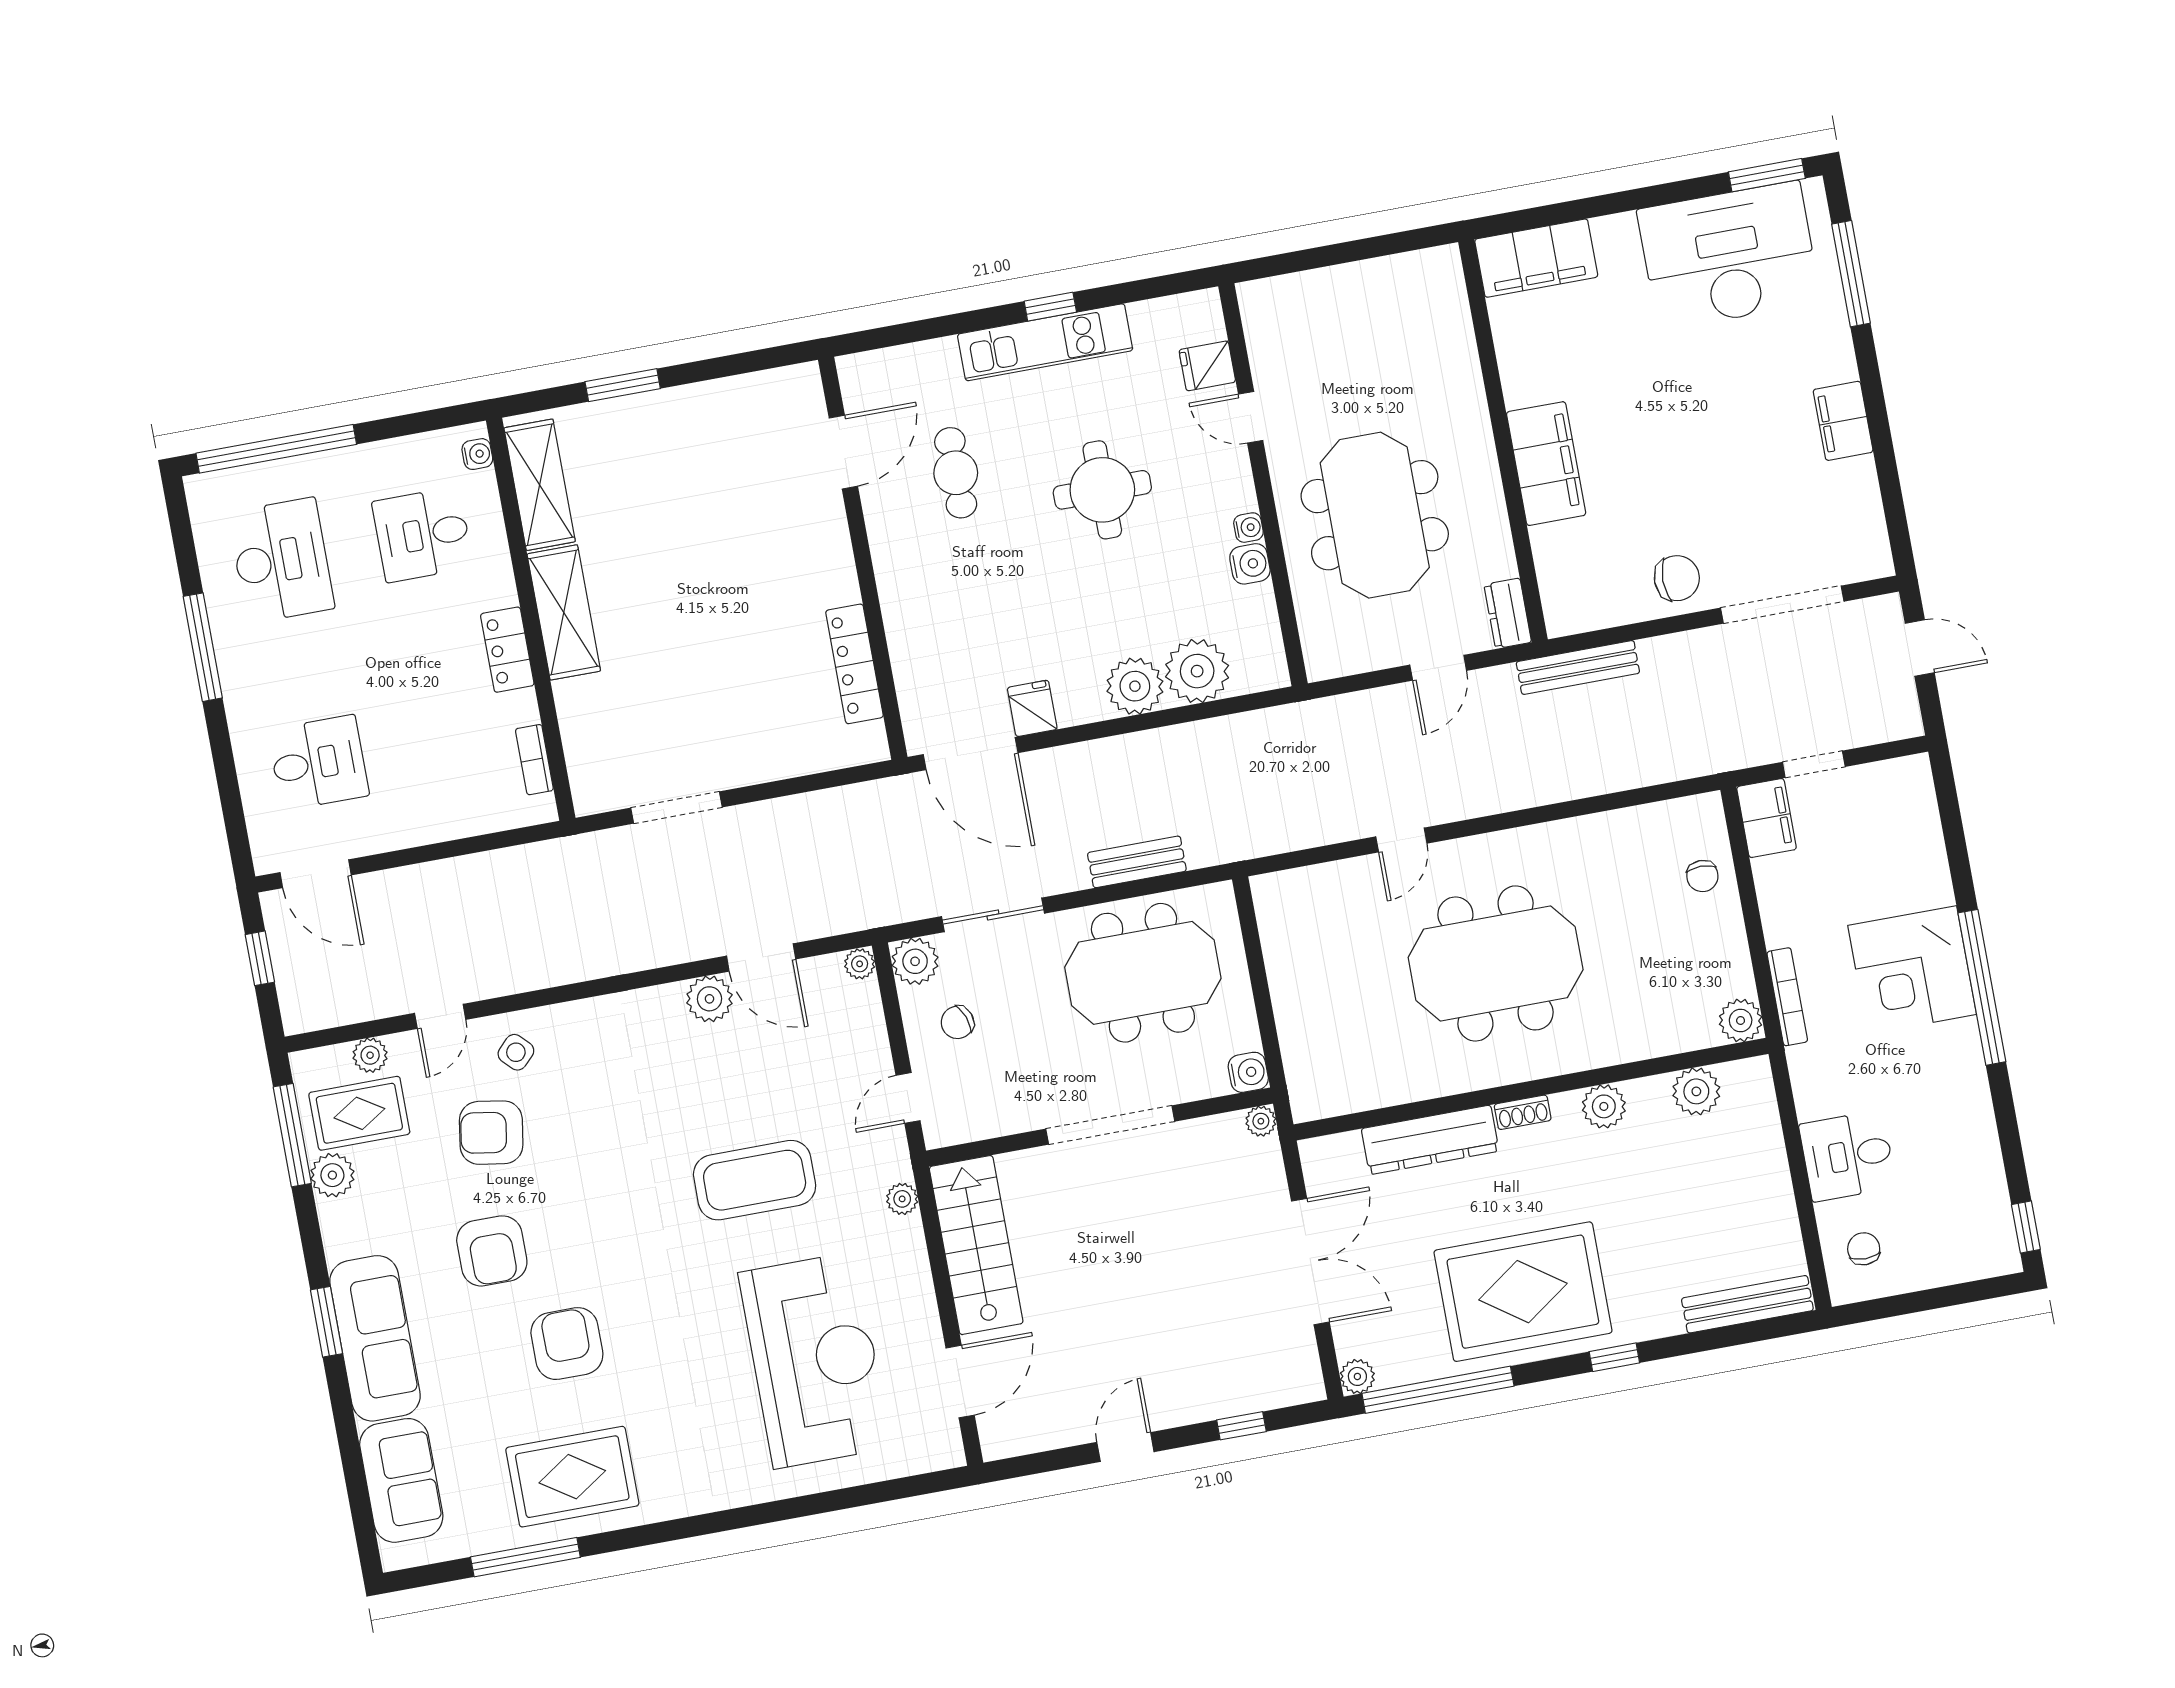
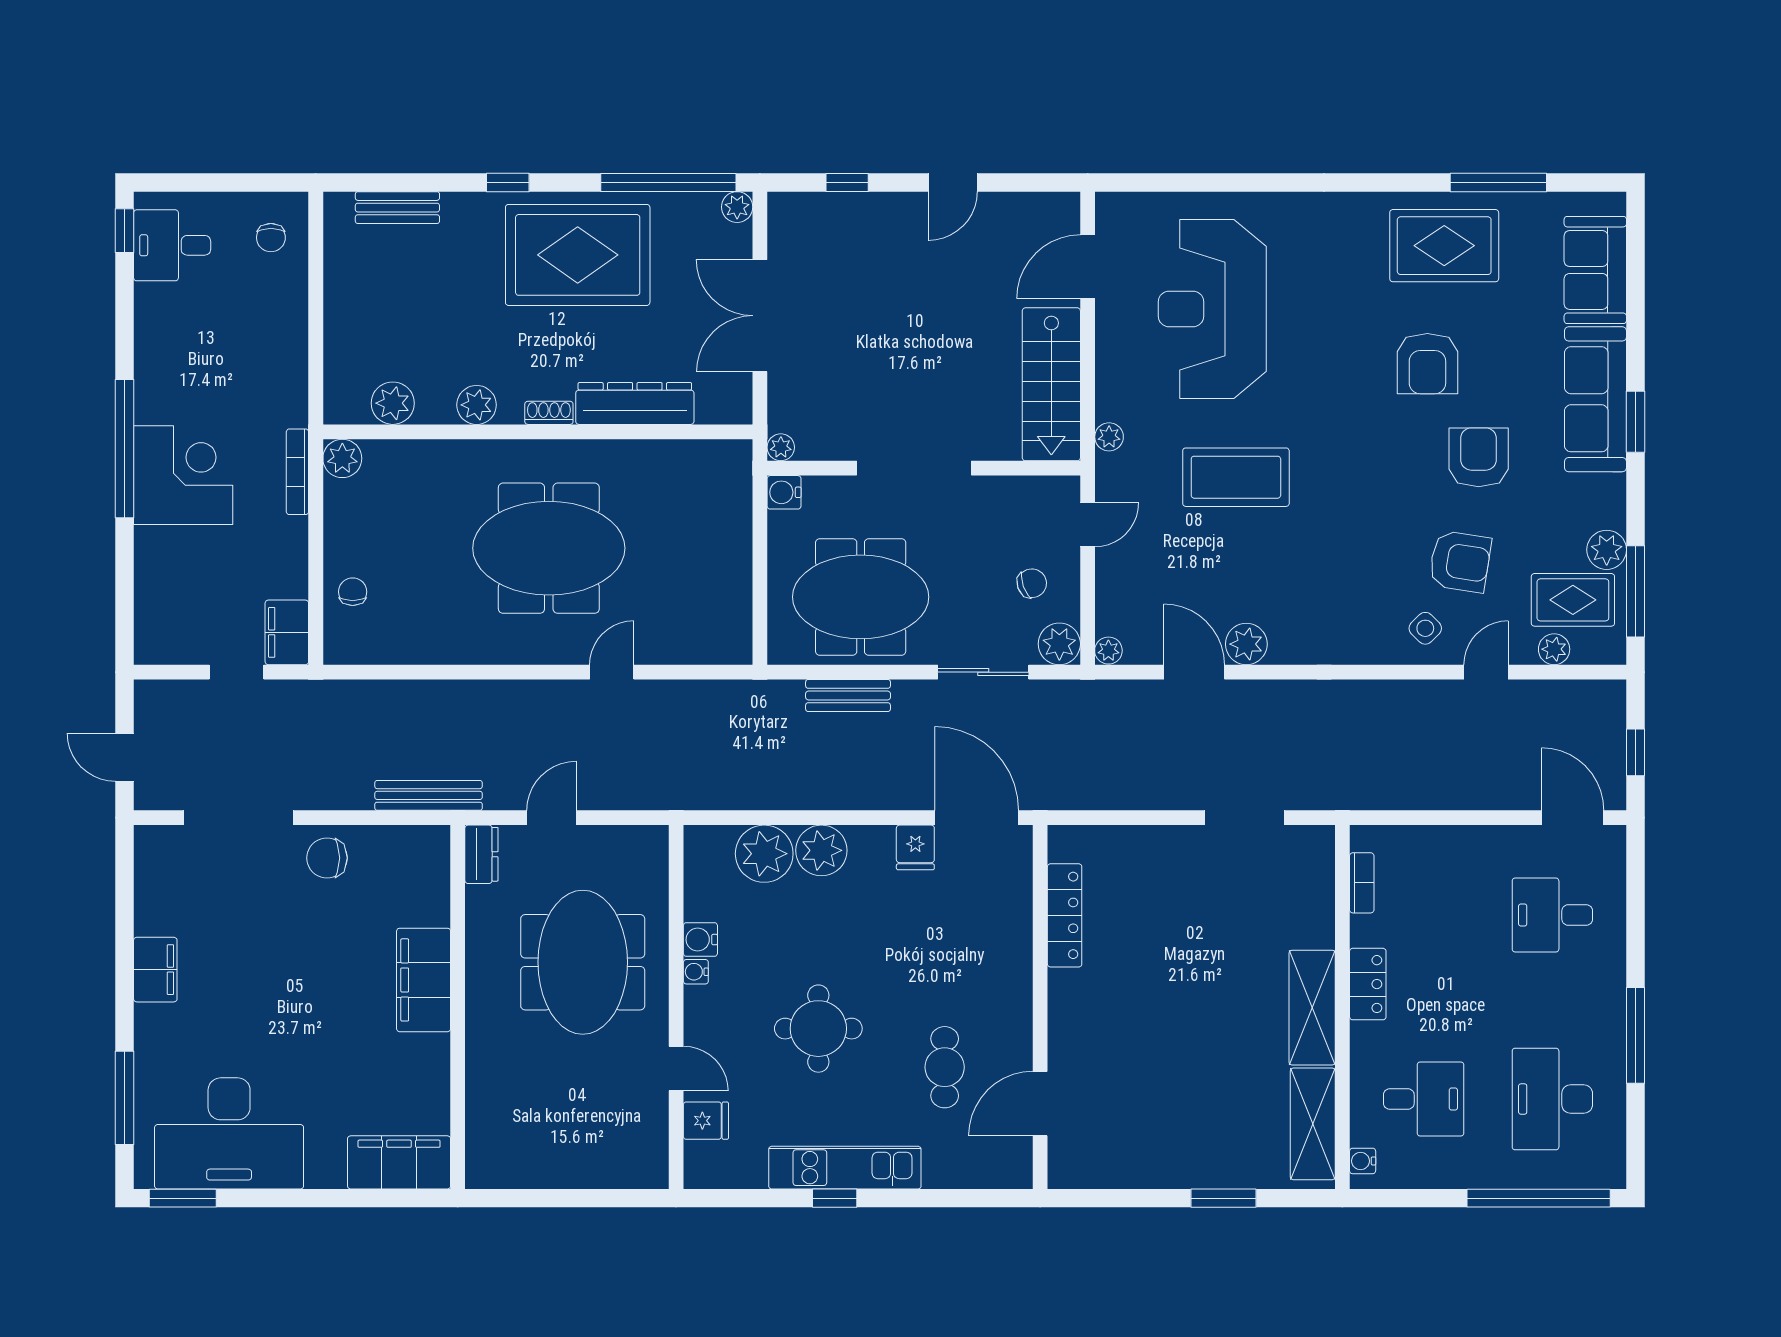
desk: (1848, 1156) -> (172, 245), moved, turned 180
bench: (1747, 1304) -> (397, 208), width x0.73

